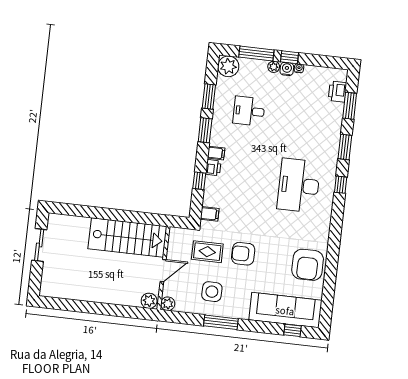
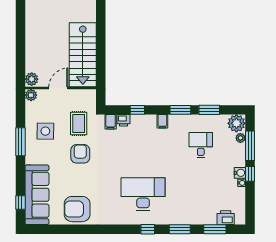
plant: (274, 67) -> (240, 138), moved
printer: (213, 168) -> (124, 120), moved
door: (163, 271) -> (58, 88), swing flipped

